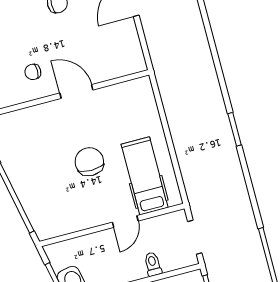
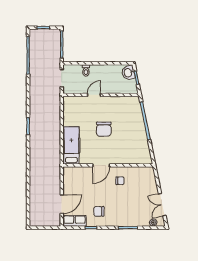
door: (76, 91) -> (101, 165), hinge flipped
hospital bed: (145, 176) -> (71, 145), moved, turned 180

